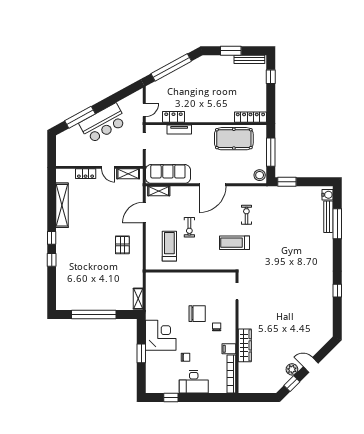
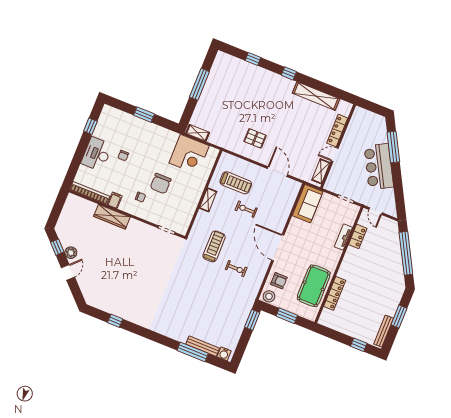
locker: (250, 117) -> (335, 293), moved
window: (271, 152) -> (287, 316), width x0.69
armchair: (242, 172) -> (279, 281), added
locker: (86, 174) -> (337, 131), width x1.53
sofa: (168, 174) -> (308, 204), width x0.73
shelving: (159, 191) -> (208, 200), moved
window: (52, 260) -> (253, 59), moved
window: (337, 291) -> (115, 321), moved
window: (94, 314) -> (199, 84), width x0.68
corner desk: (161, 335) -> (189, 154), moved

